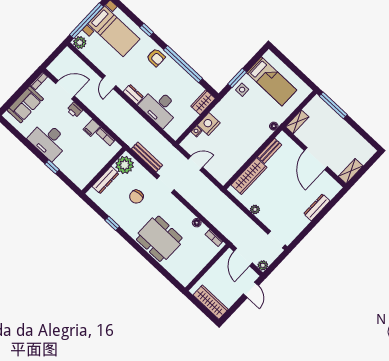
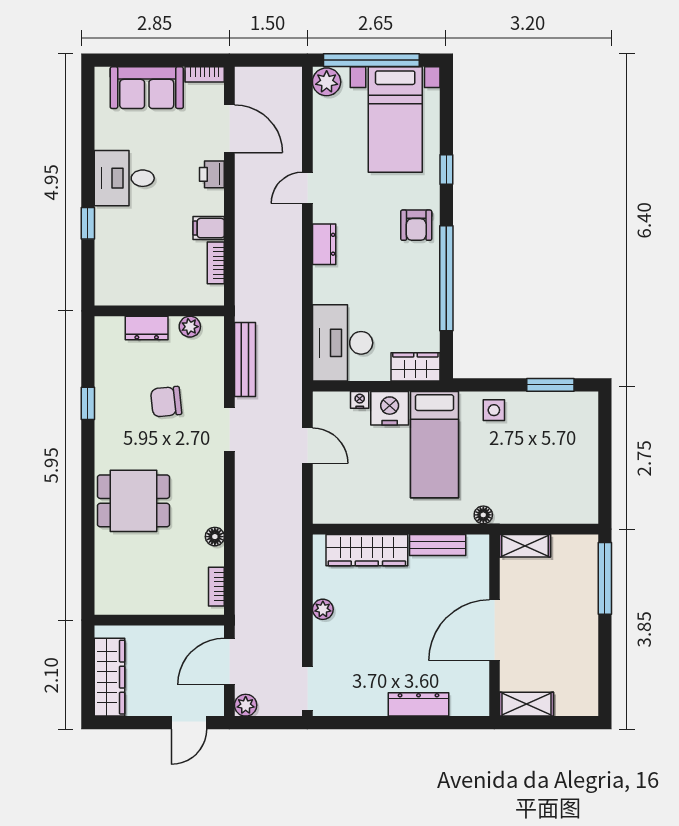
window: (237, 78) -> (550, 385), moved
bed: (272, 81) -> (434, 445), moved
desk: (159, 107) -> (343, 343), moved
desk: (48, 140) -> (124, 178), width x0.73
plant: (125, 165) -> (190, 327), width x0.53, depth x0.53
dresser: (106, 180) -> (147, 328), width x0.70
dining table: (159, 239) -> (133, 501), width x0.73

